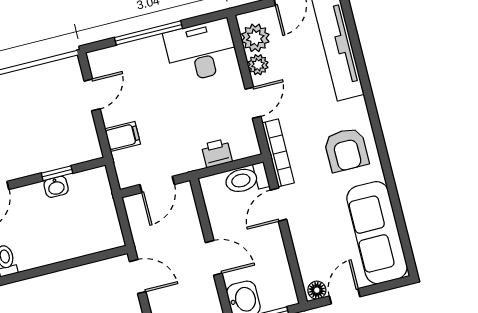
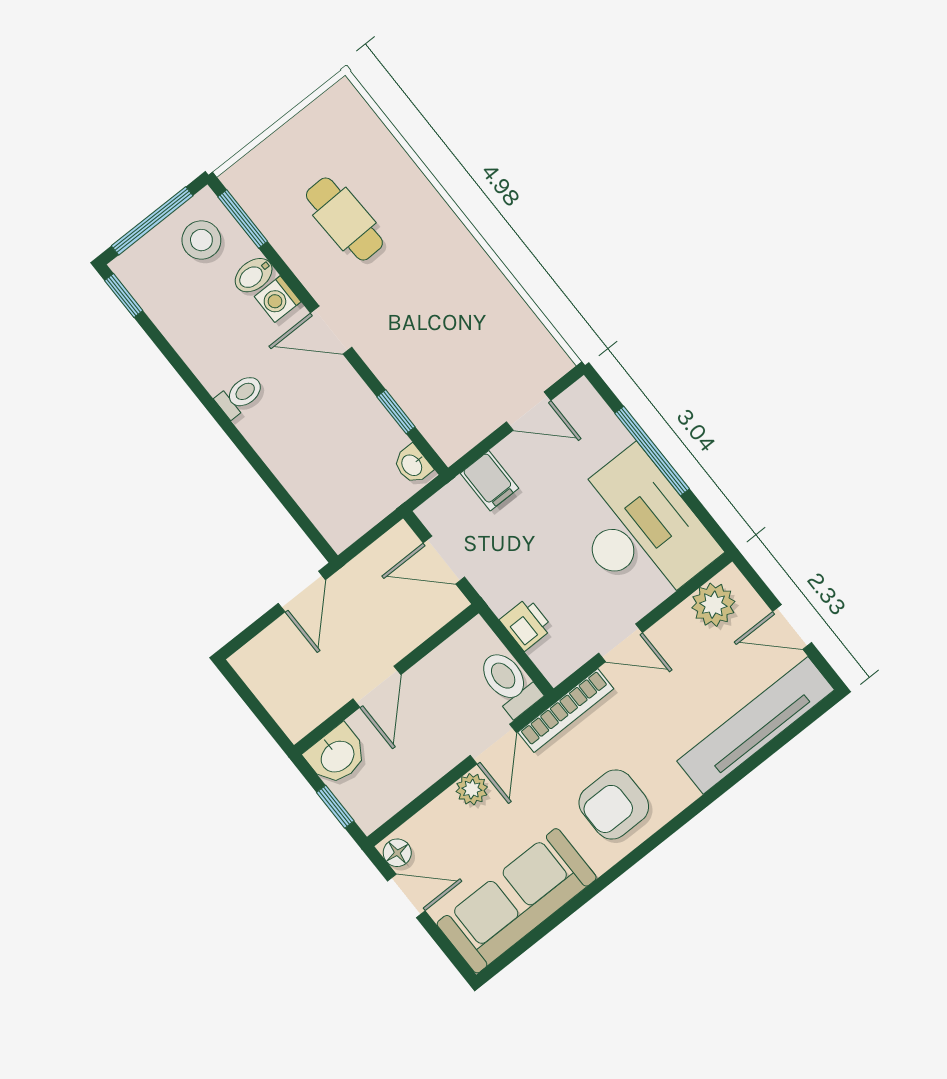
desk: (201, 51) -> (639, 530), width x1.36, depth x1.30
plant: (258, 65) -> (472, 789), moved
washbasin: (56, 187) -> (412, 465), moved
door: (279, 205) -> (493, 744), swing flipped

